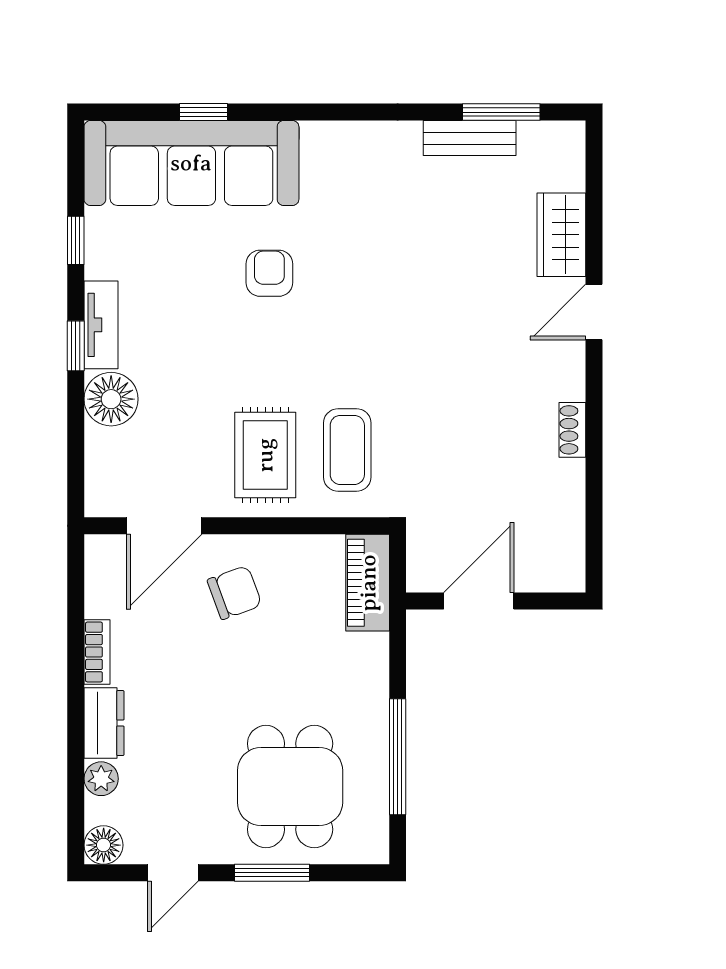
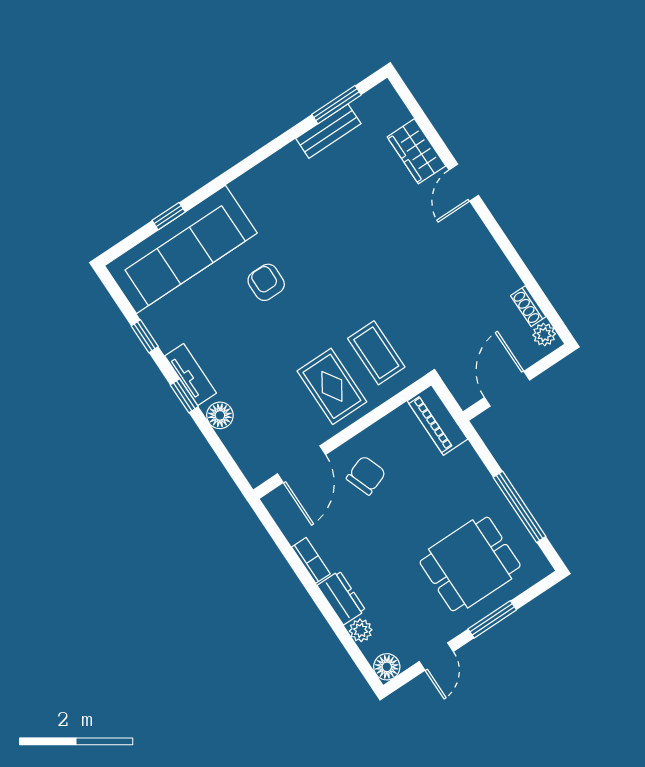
floor lamp: (111, 399) -> (220, 415), width x0.73, depth x0.73
shoe rack: (572, 430) -> (528, 306), moved
plant: (569, 565) -> (544, 334), added
dining table: (290, 787) -> (470, 564), turned 90

